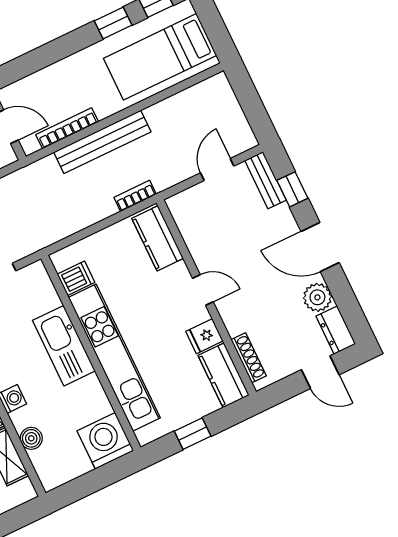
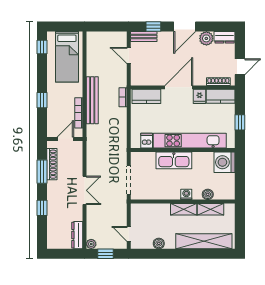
window: (113, 23) -> (42, 100), moved
door: (203, 290) -> (179, 87), width x1.87
door: (320, 372) -> (240, 67), moved

